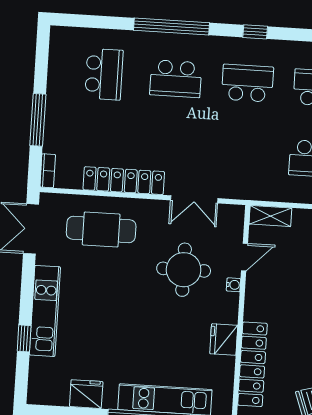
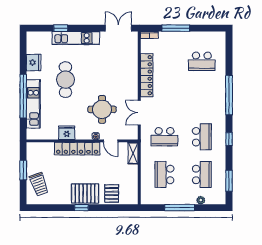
school desk: (176, 79) -> (164, 137), moved, turned -90
cafe table: (101, 229) -> (65, 80), moved
locker: (252, 364) -> (77, 149), moved

